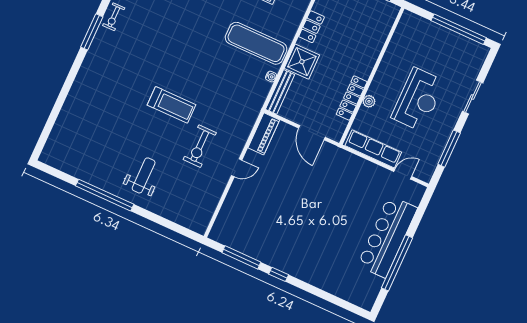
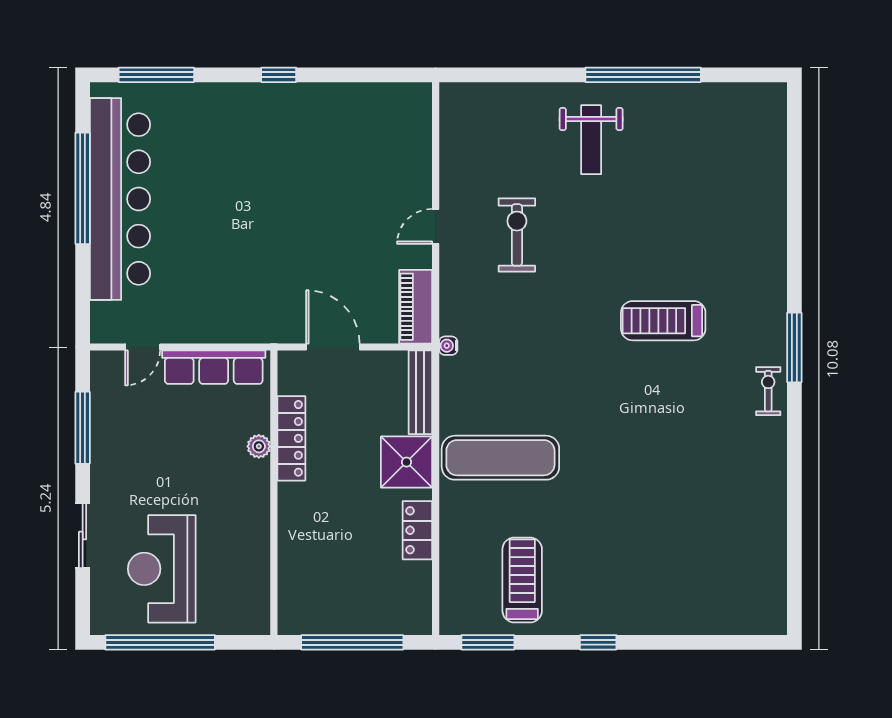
water cooler: (271, 77) -> (448, 346), moved
reception desk: (418, 99) -> (162, 569), moved
treadmill: (171, 105) -> (663, 321), moved
bar counter: (387, 237) -> (120, 199), width x1.36
window: (241, 257) -> (156, 75), moved

